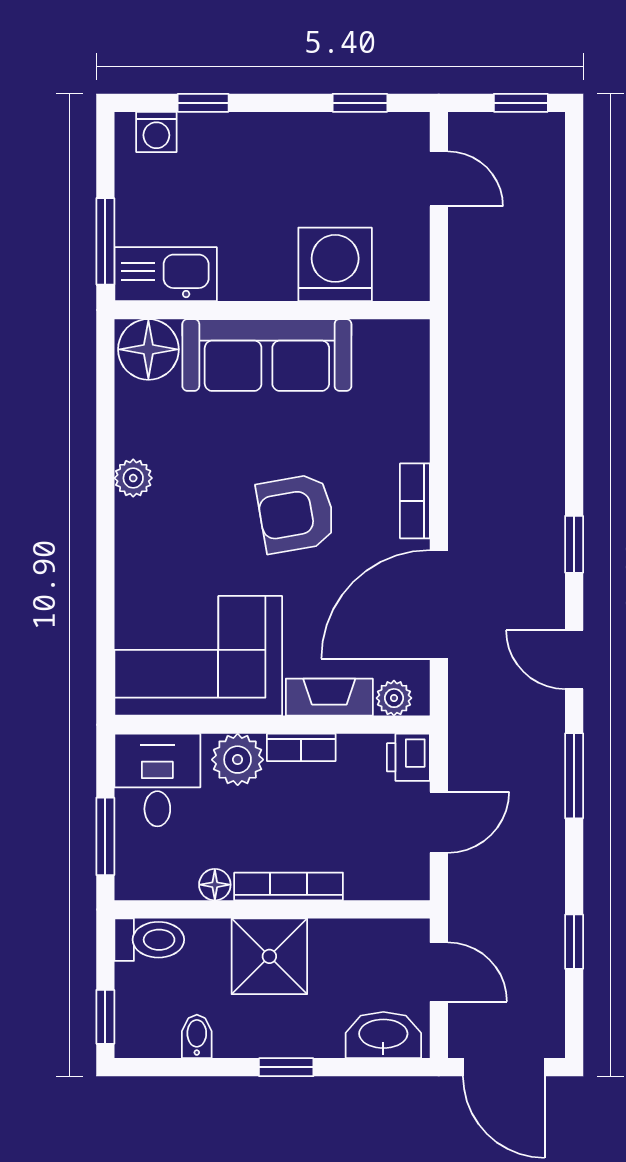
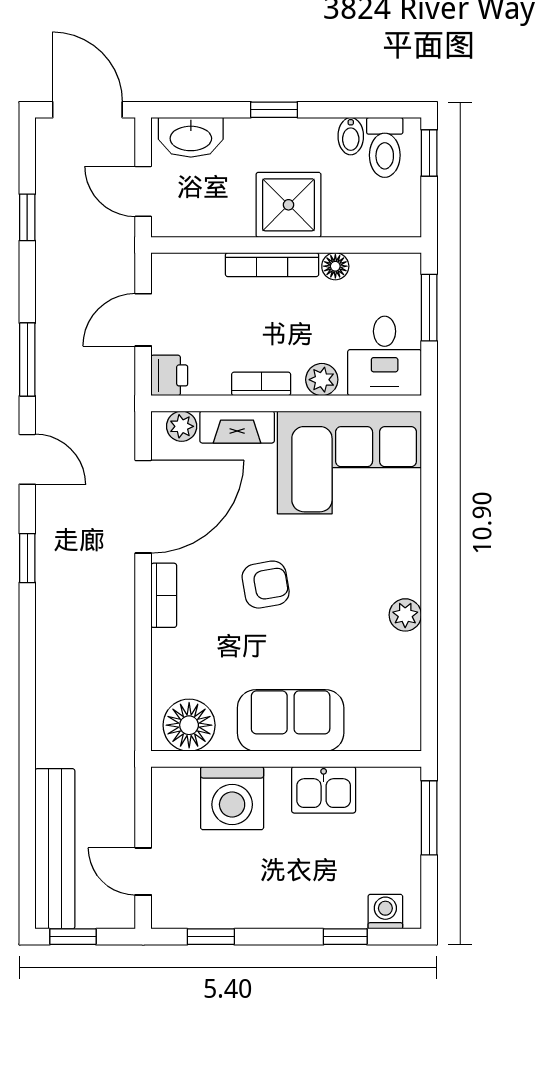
bench: (542, 205) -> (55, 849), added
kitchen sink: (166, 274) -> (324, 790), moved, width x0.73
floor lamp: (148, 349) -> (189, 725), moved
sofa: (267, 355) -> (291, 720), width x0.73
armchair: (296, 513) -> (266, 585), width x0.72, depth x0.72
plant: (238, 760) -> (322, 380), width x0.73, depth x0.73
toilet: (149, 940) -> (385, 147), moved, turned -90

